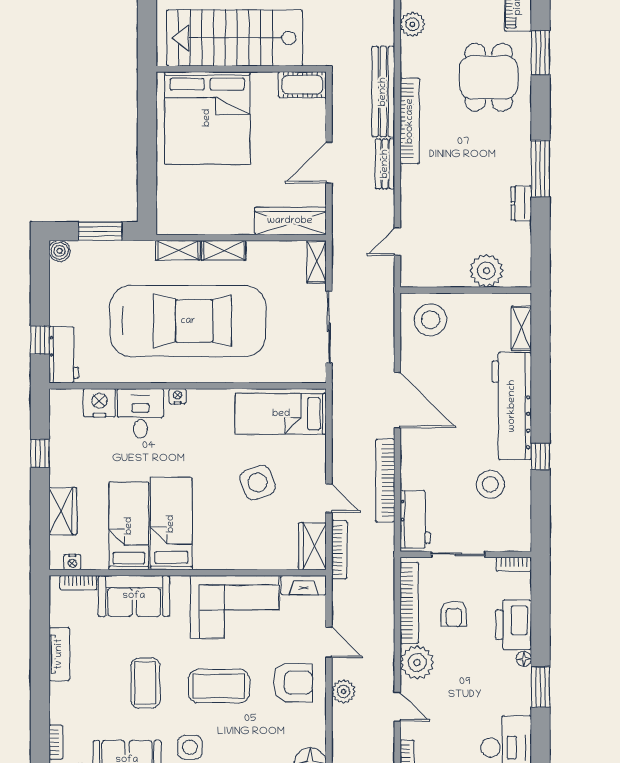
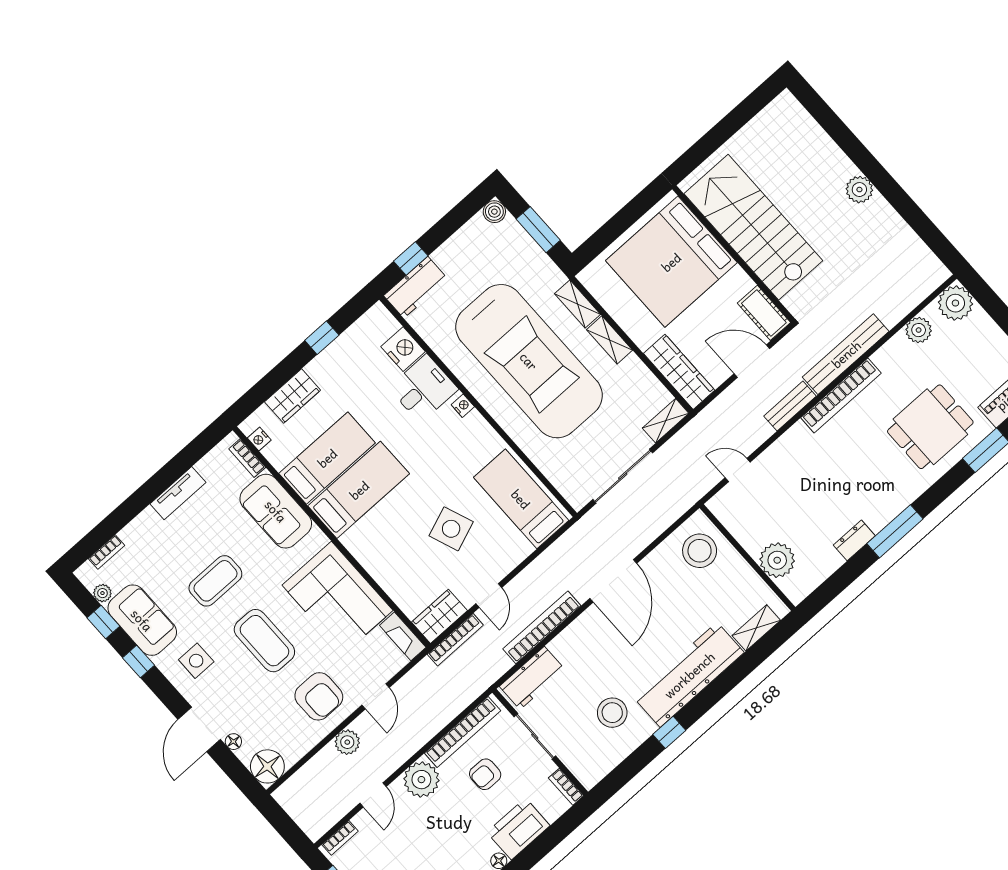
stairs: (235, 38) -> (753, 227), moved
wall: (241, 69) -> (734, 254), moved
cot: (302, 85) -> (764, 313), moved
bed: (207, 118) -> (671, 262), moved

